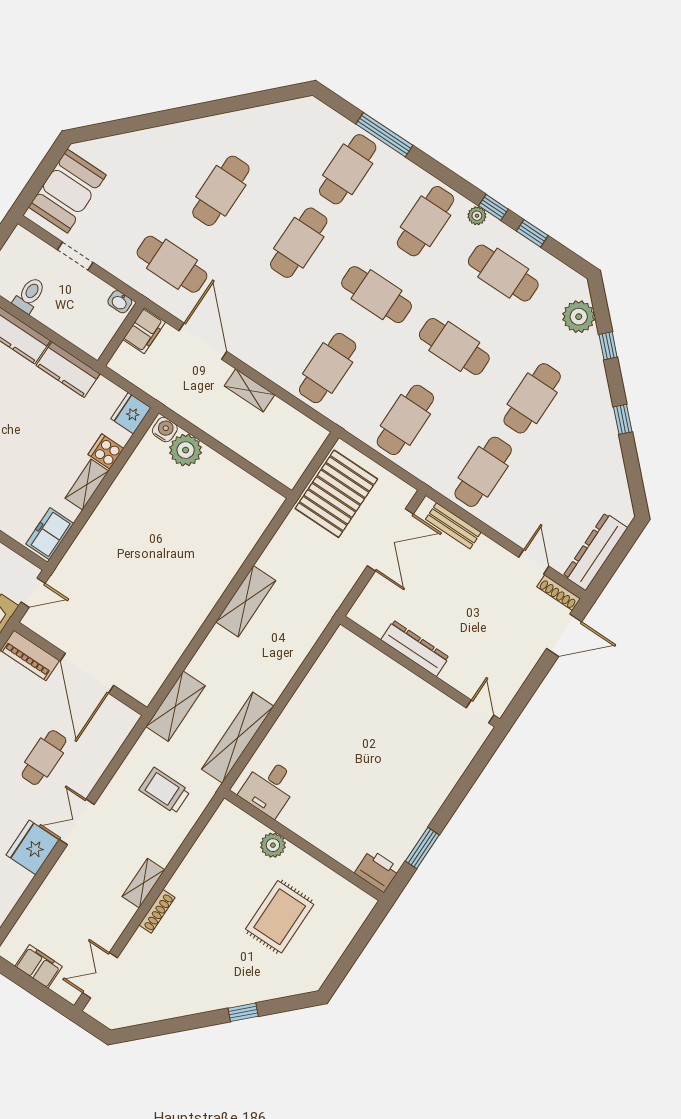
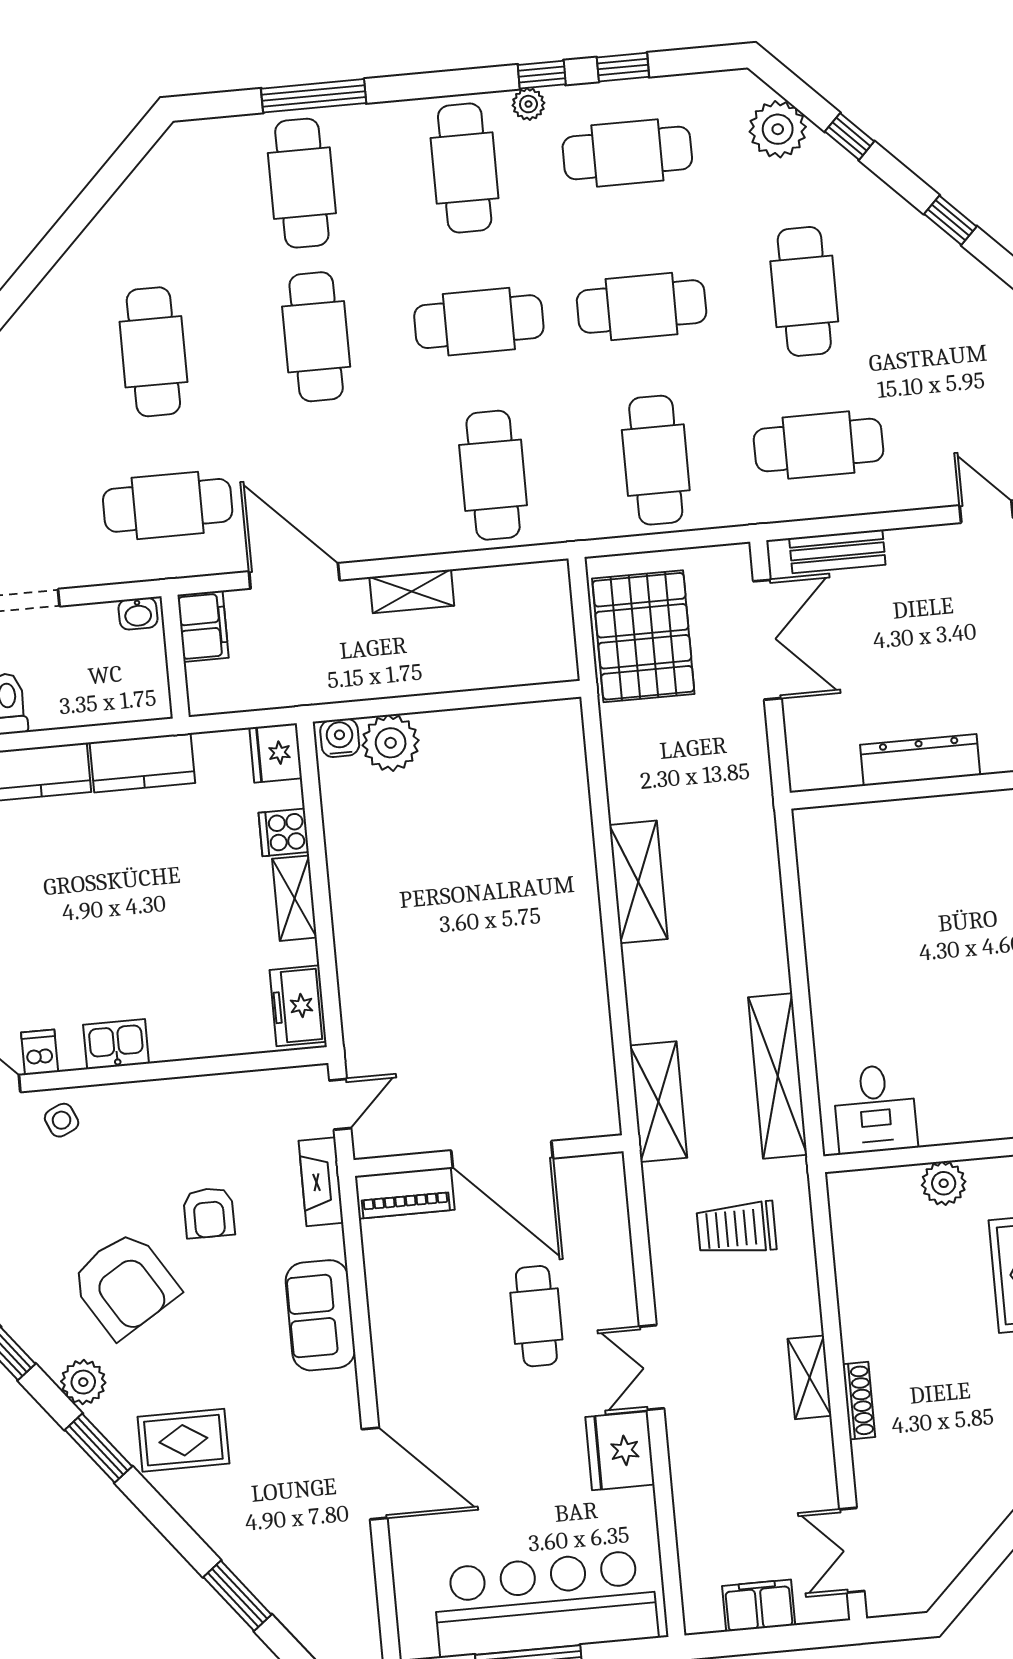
cafe table: (483, 472) -> (819, 445), turned 90

